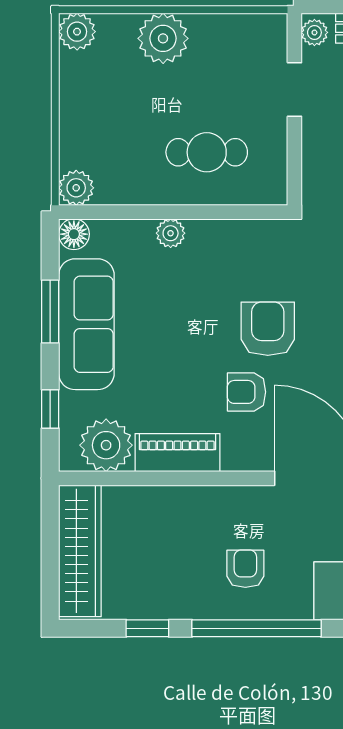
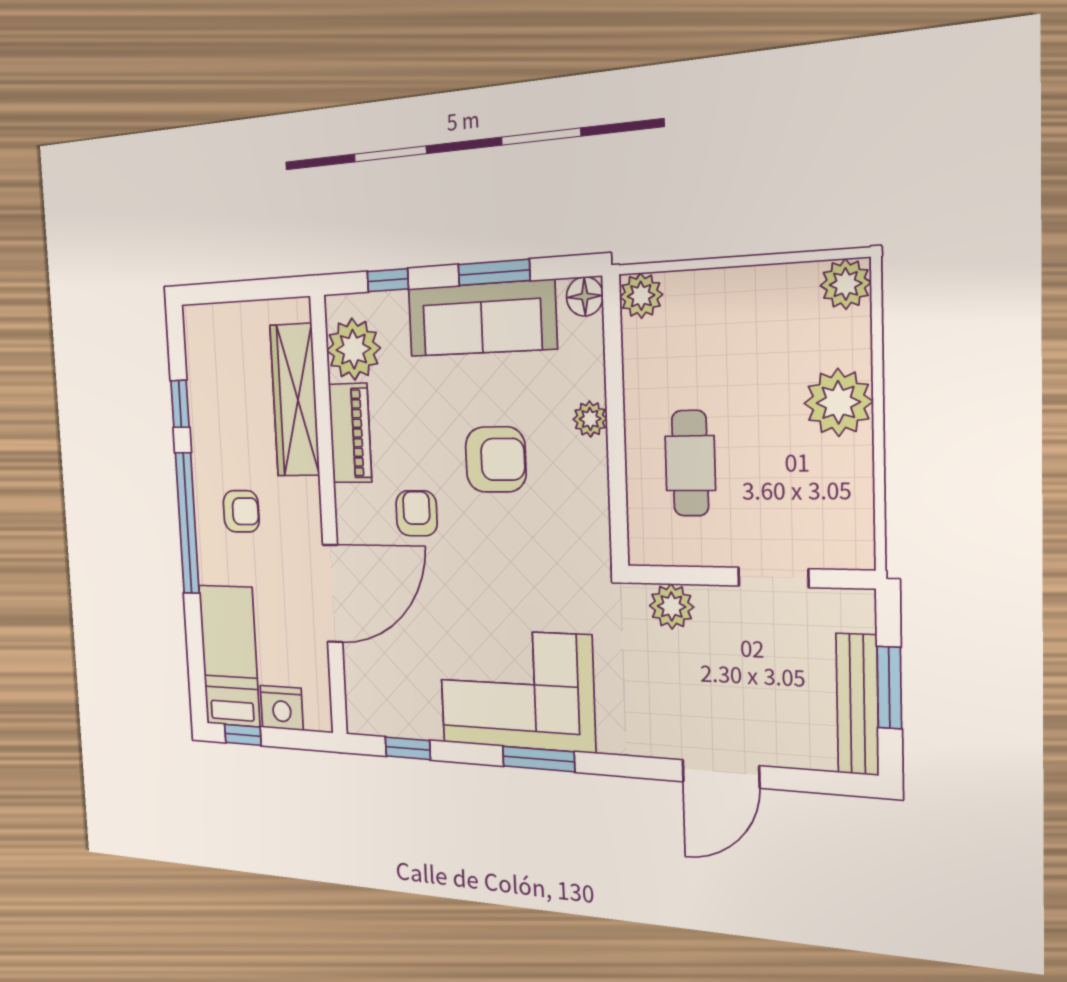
plant: (314, 32) -> (672, 606), moved, width x1.38, depth x1.38
armchair: (268, 329) -> (496, 459), moved
wardrobe: (80, 551) -> (295, 400), moved, turned 90

